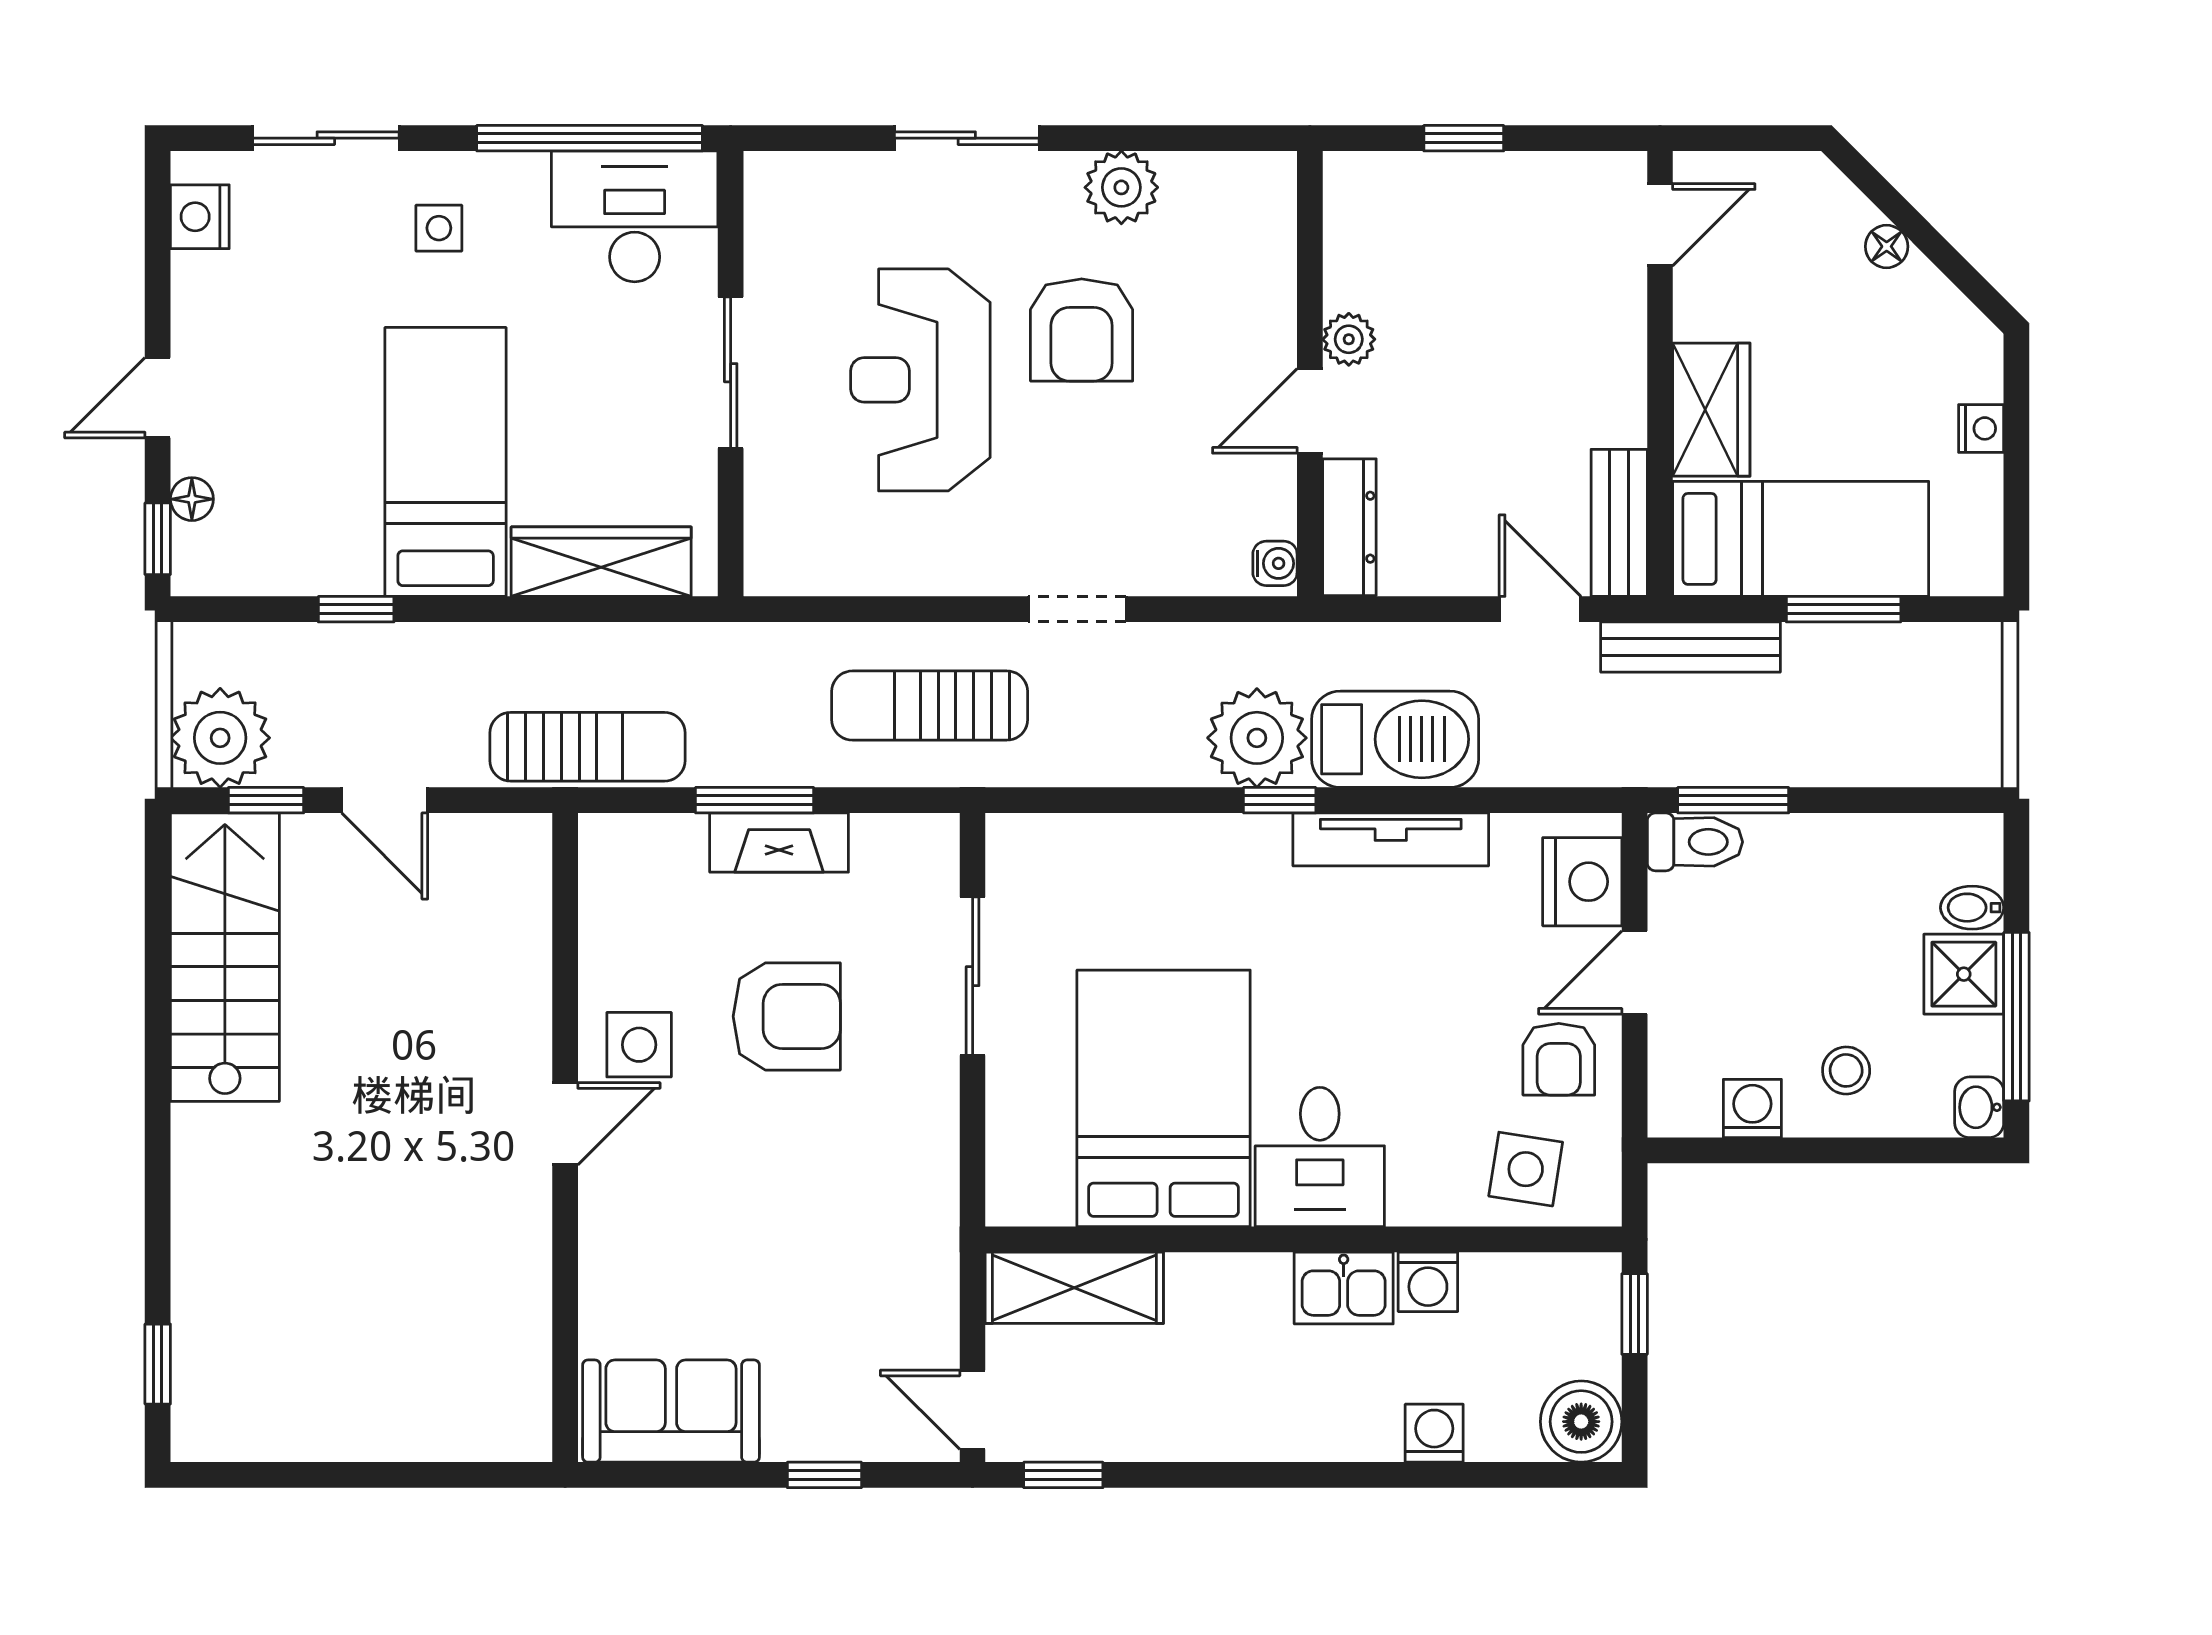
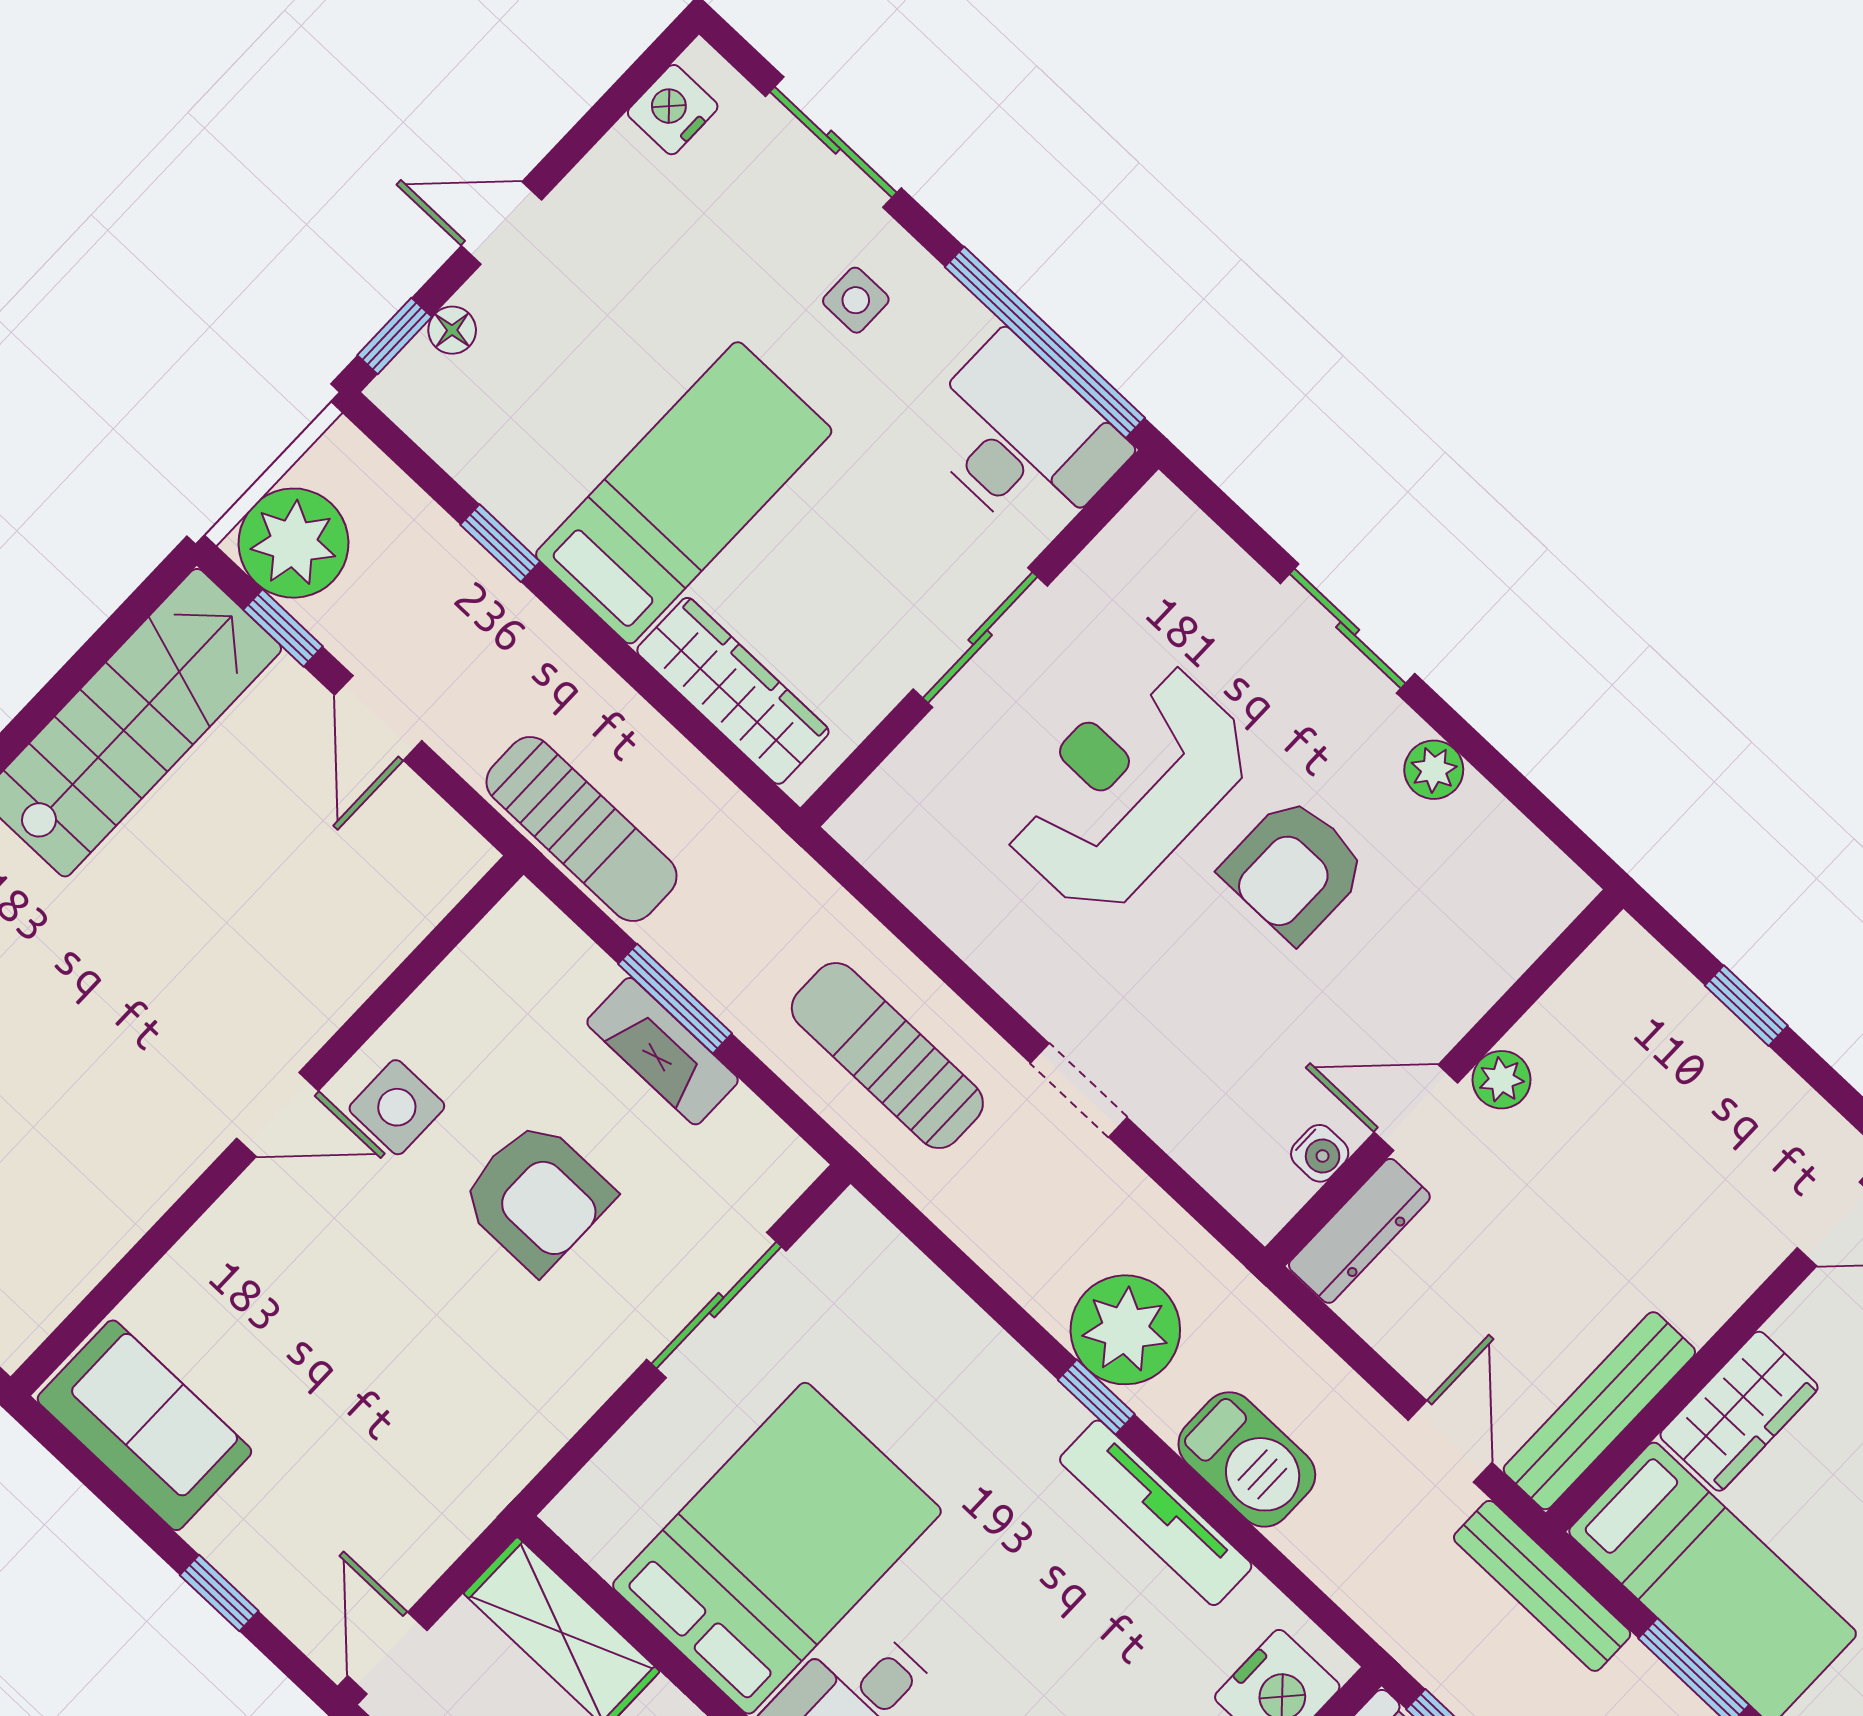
plant: (1121, 187) -> (1434, 770), width x0.73, depth x0.73
bench: (1619, 523) -> (1599, 1411), width x1.36
water cooler: (1275, 563) -> (1320, 1153), moved
barbecue: (1395, 739) -> (1247, 1459), width x0.73, depth x0.83

